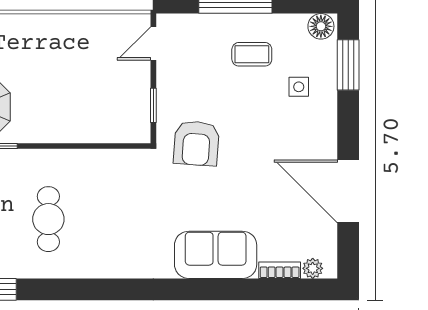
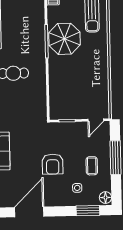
door: (153, 43) -> (96, 120), swing flipped
armchair: (196, 143) -> (53, 164), moved, turned -94

